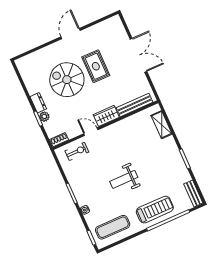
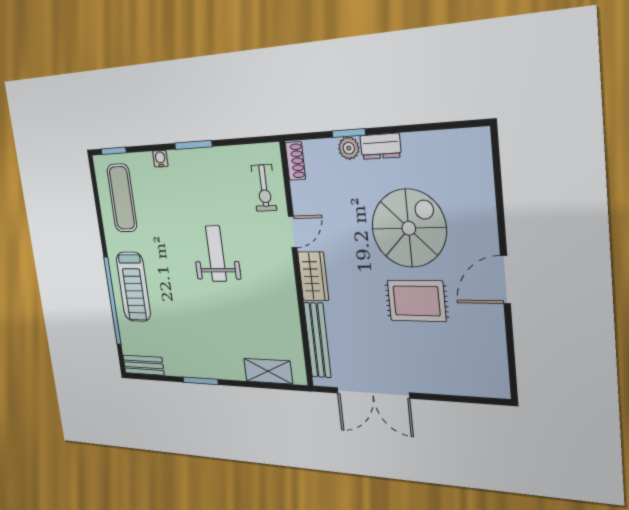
door: (71, 34) -> (505, 280), swing flipped
double door: (138, 55) -> (373, 393), moved
weight bench: (124, 179) -> (216, 254), moved

